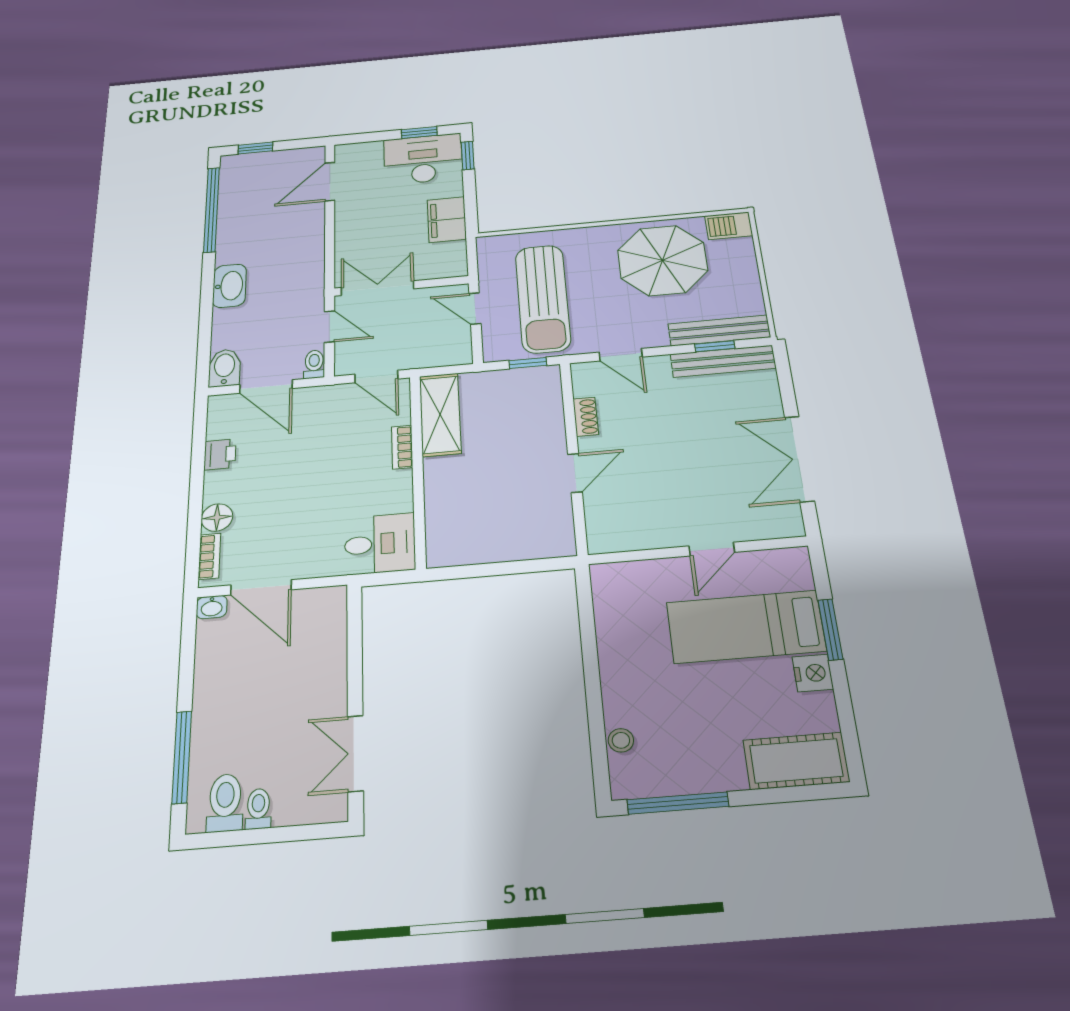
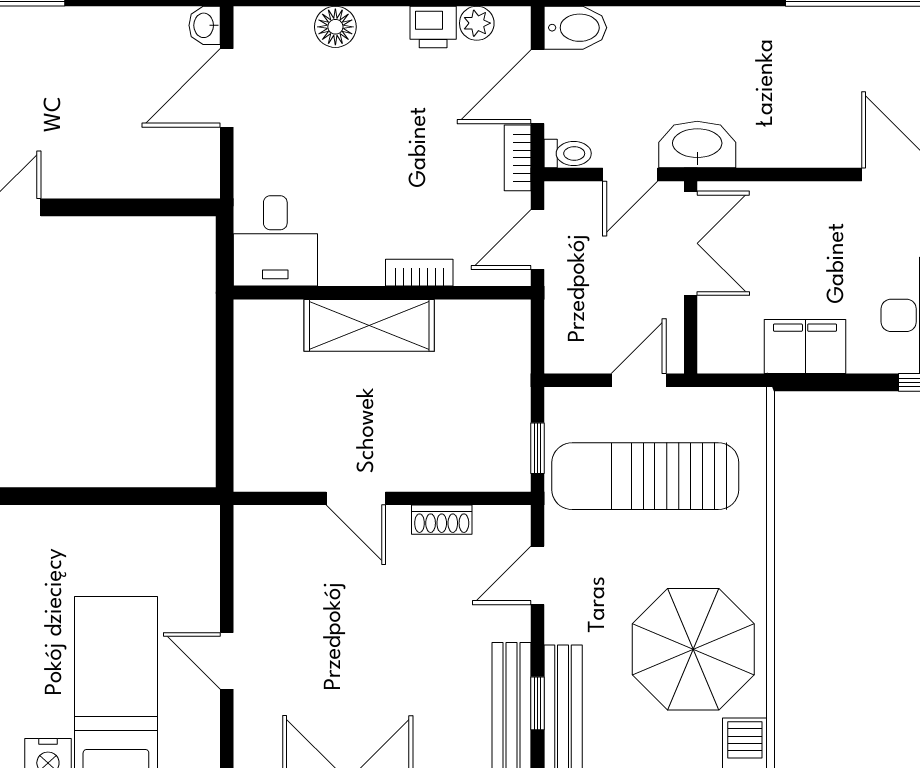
washbasin: (229, 286) -> (697, 145), moved, turned 180
shelving: (440, 415) -> (369, 325), moved
plant: (218, 427) -> (477, 23), added
bookcase: (209, 556) -> (518, 158), moved, turned 90

